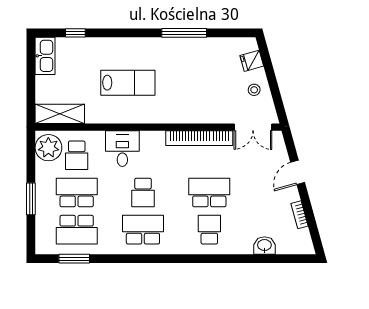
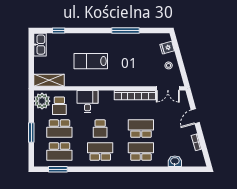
lab bench: (128, 83) -> (91, 61), turned 180
school desk: (77, 192) -> (59, 129), turned 180
school desk: (209, 230) -> (141, 151), width x1.85

